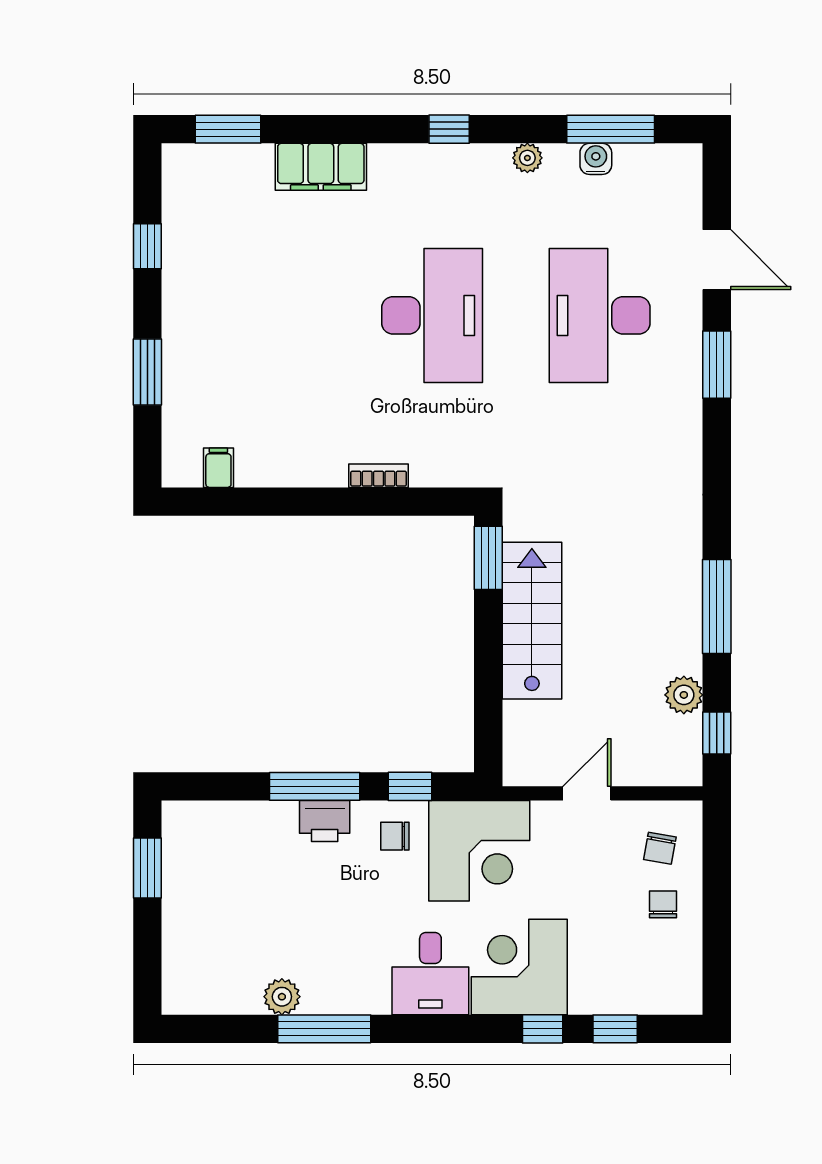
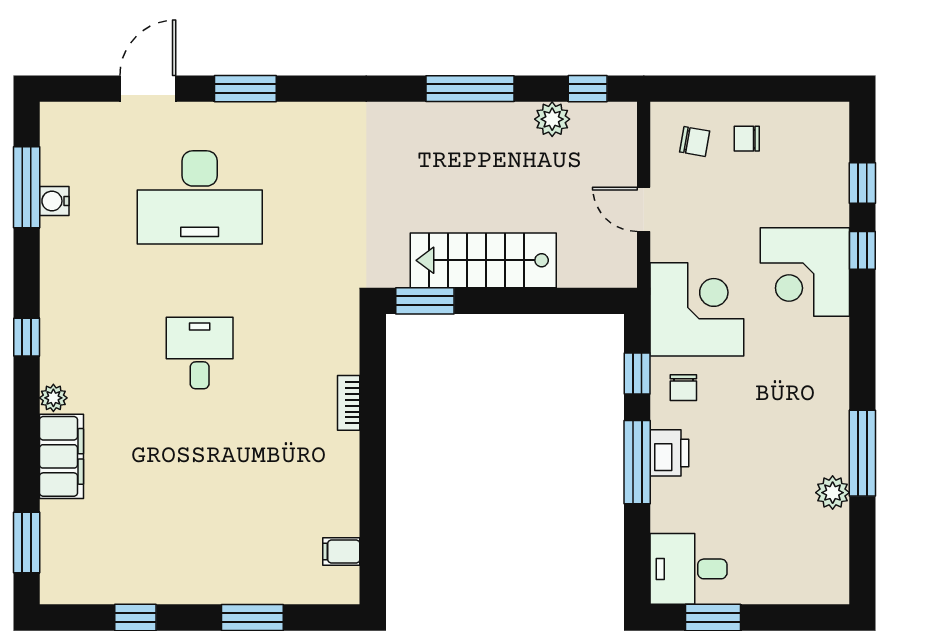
plant: (527, 158) -> (53, 398), moved
desk: (432, 315) -> (200, 353), width x0.53, depth x0.77
desk: (430, 974) -> (689, 569), moved, turned 180

